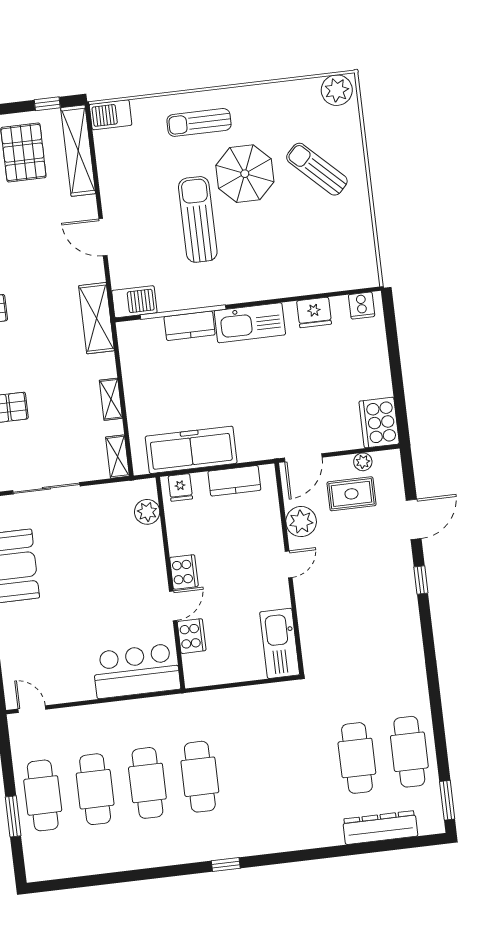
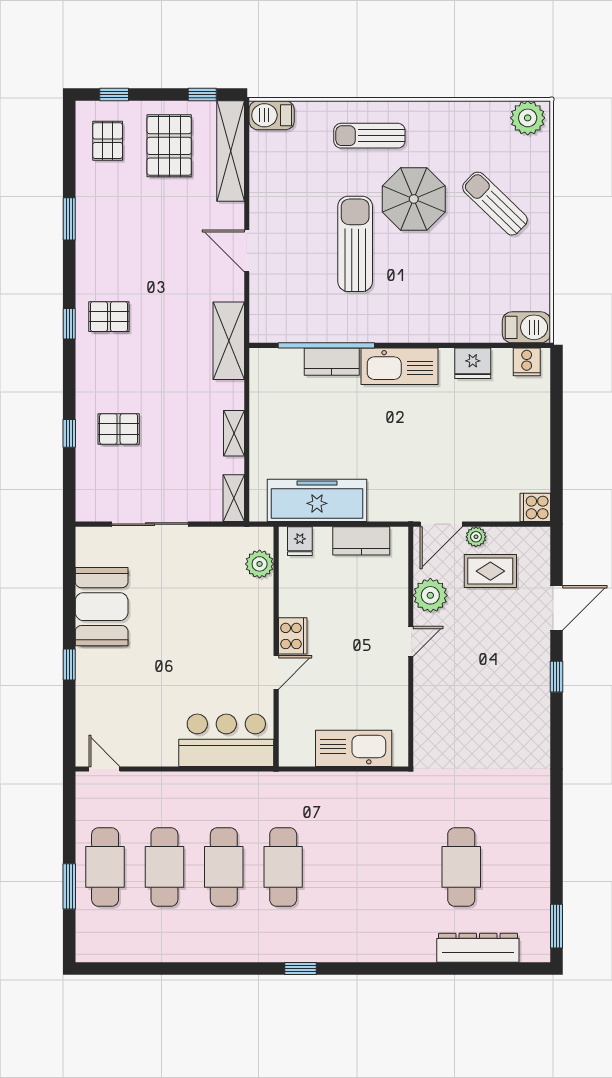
barbecue: (134, 302) -> (526, 327), moved
cooker: (379, 423) -> (535, 507), width x0.53, depth x0.76
plant: (363, 462) -> (476, 537), moved
cooker: (192, 636) -> (293, 709), removed
kitchen sink: (280, 643) -> (354, 748), moved, turned 90
cafe table: (409, 752) -> (521, 867), removed

